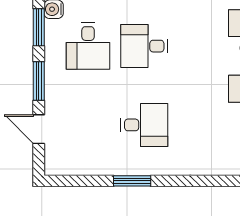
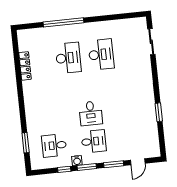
desk: (144, 125) -> (130, 109), removed

